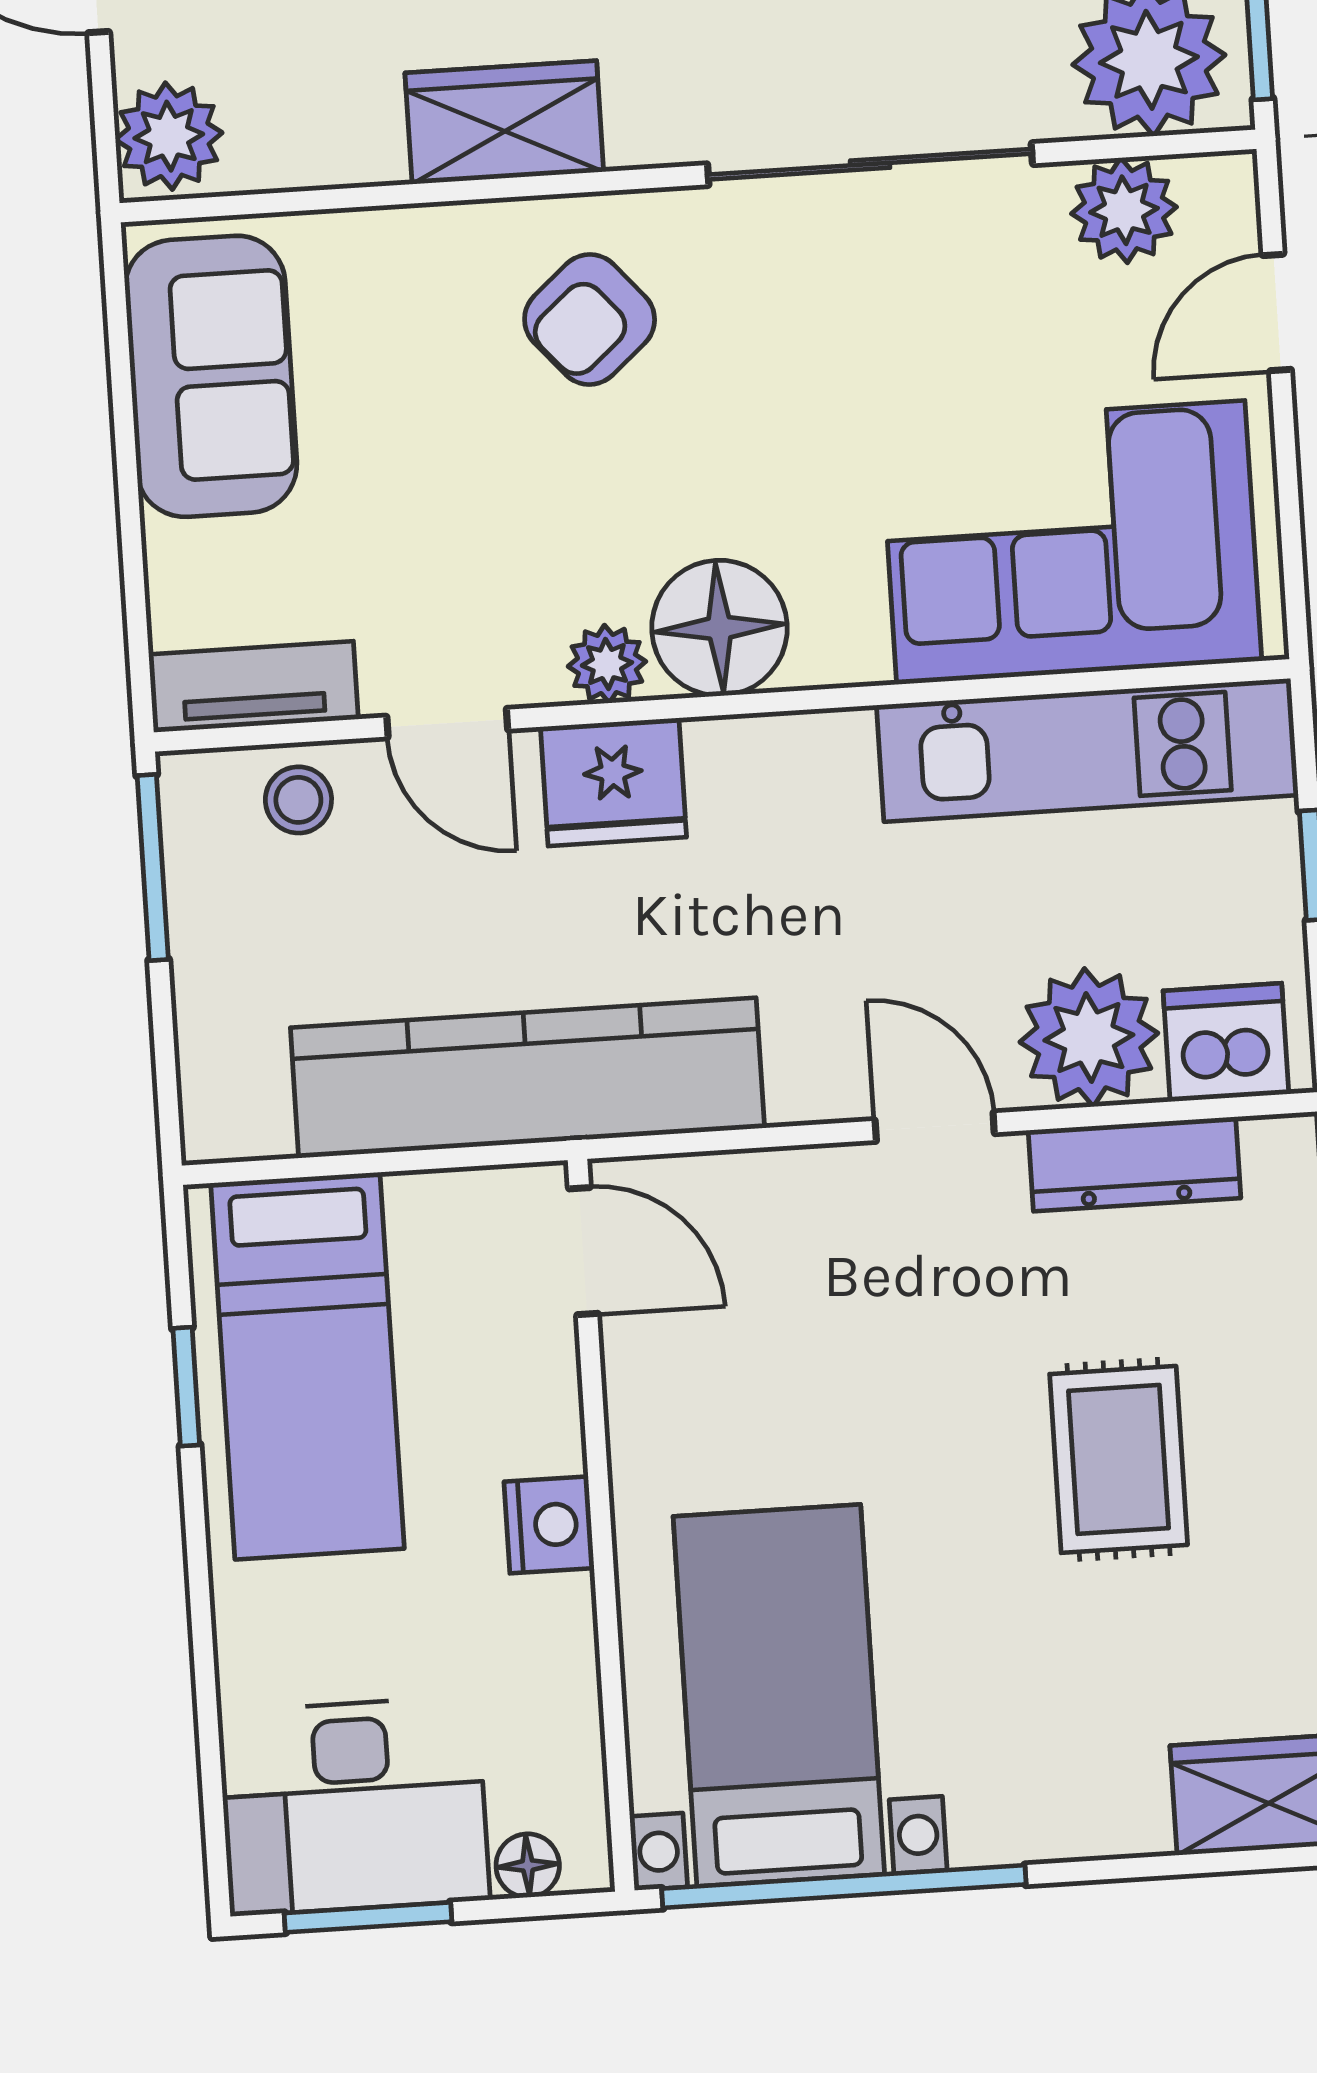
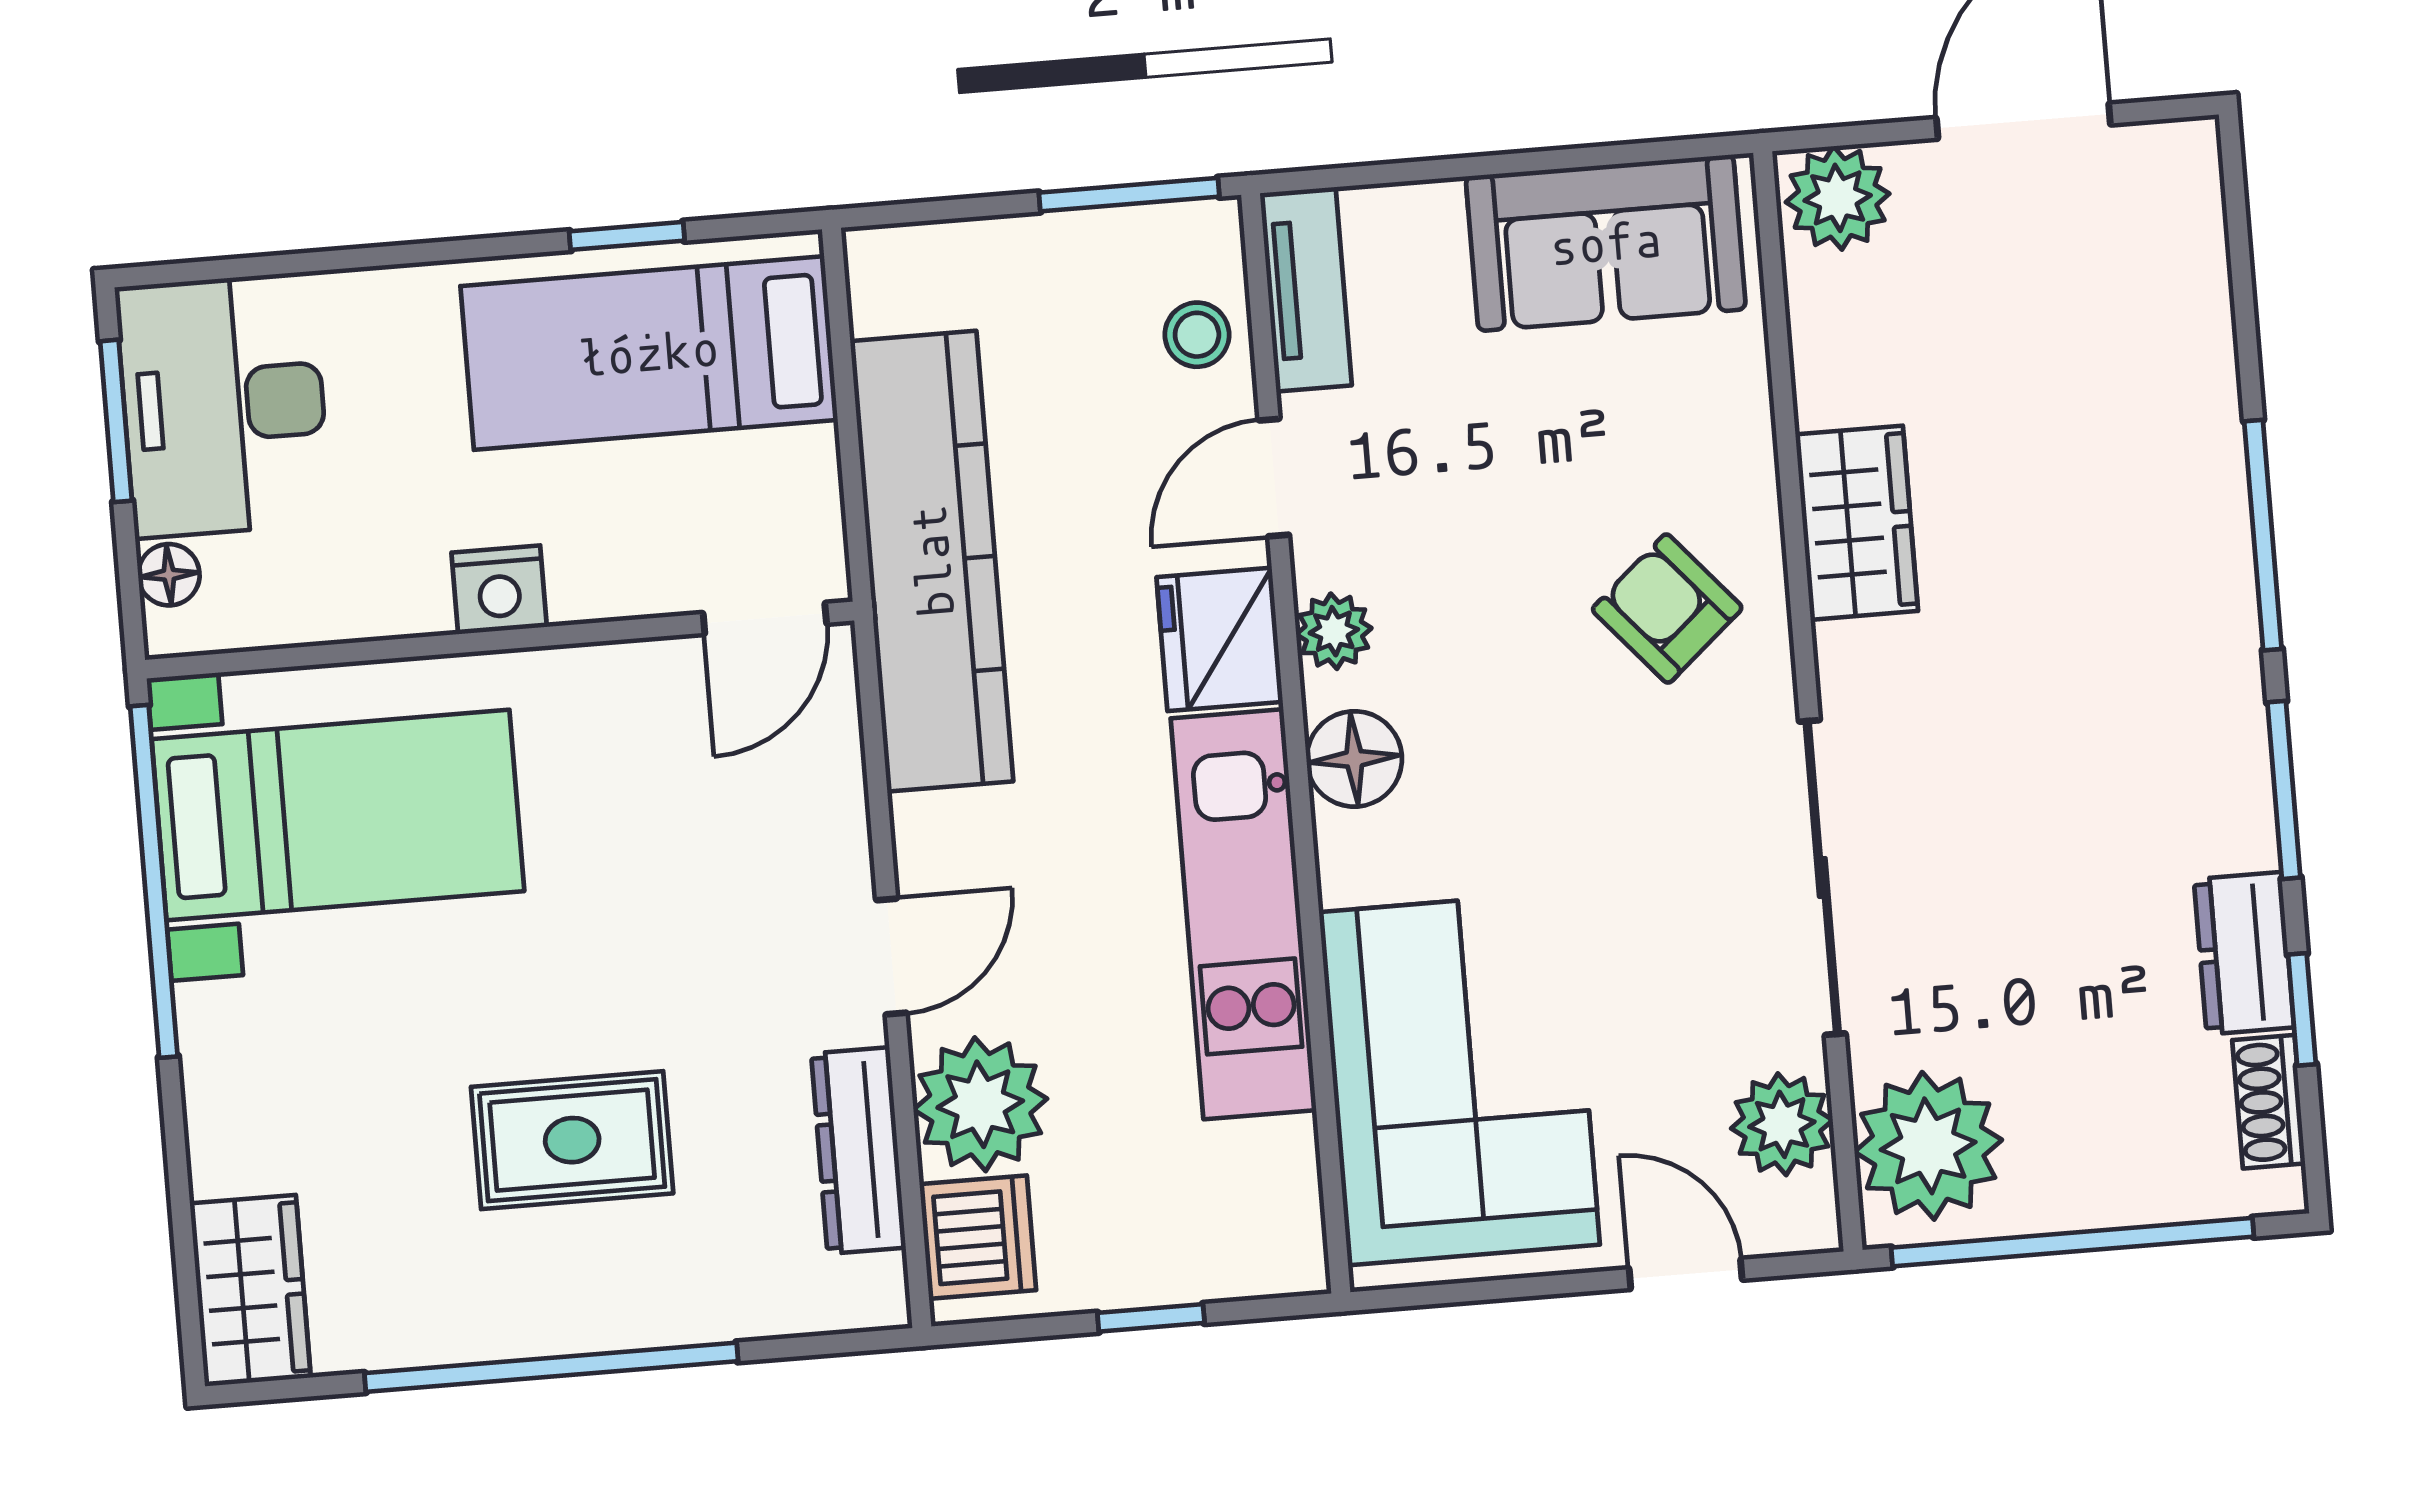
floor lamp: (719, 628) -> (1354, 759), width x0.73, depth x0.73
kitchen unit: (1087, 750) -> (1243, 914), moved

